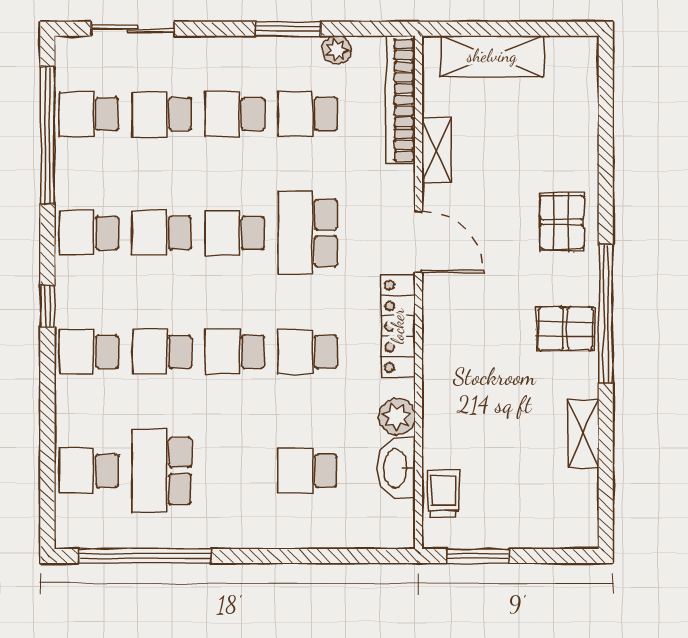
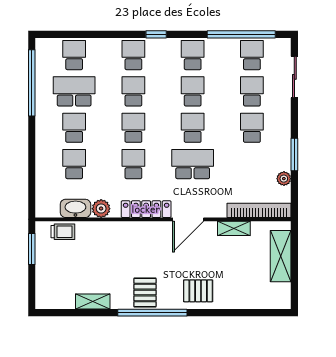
school desk: (308, 114) -> (74, 128), moved

